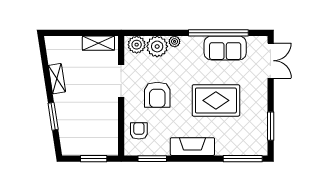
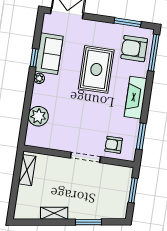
window: (218, 33) -> (34, 58), width x0.32
plant: (175, 41) -> (39, 78), moved
plant: (137, 45) -> (34, 135), removed
doorway: (121, 81) -> (85, 157), moved
armchair: (157, 95) -> (134, 49), moved, turned 180

